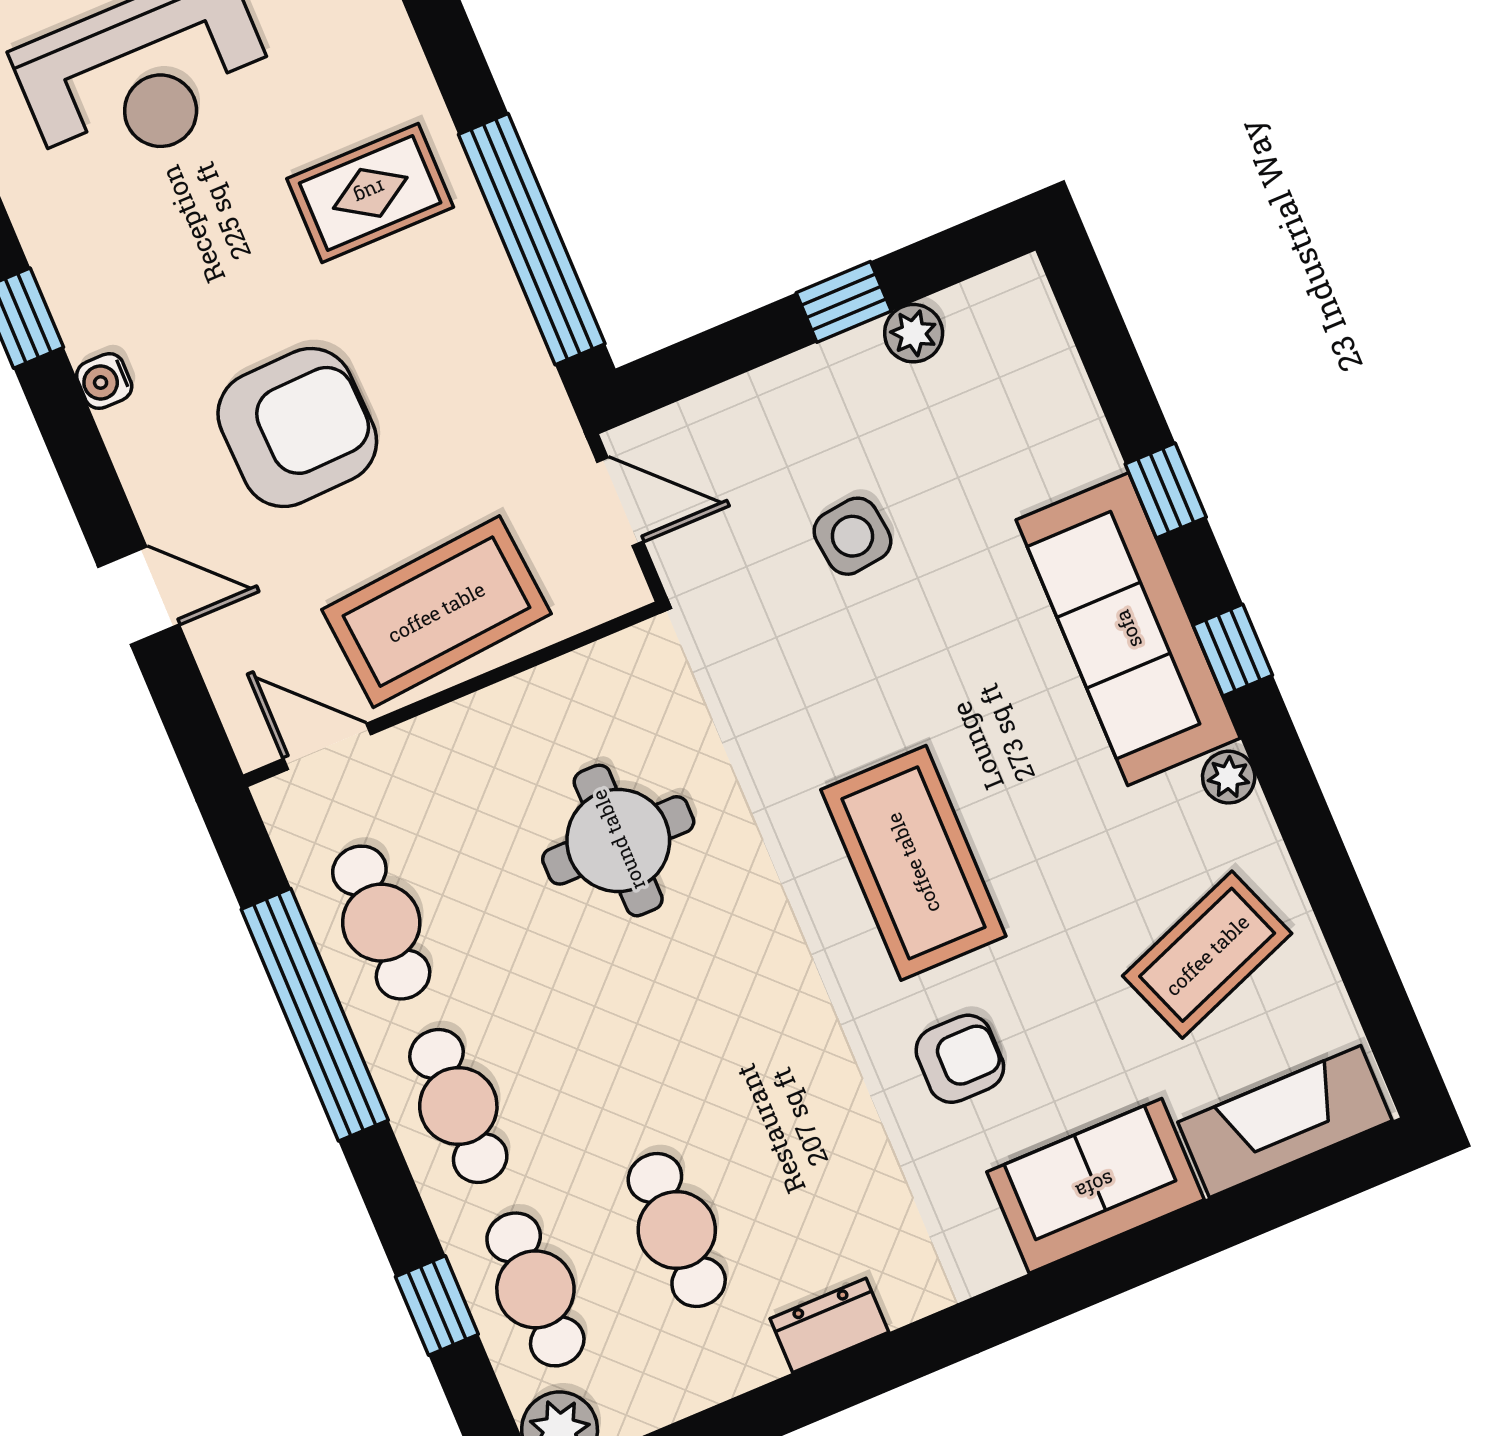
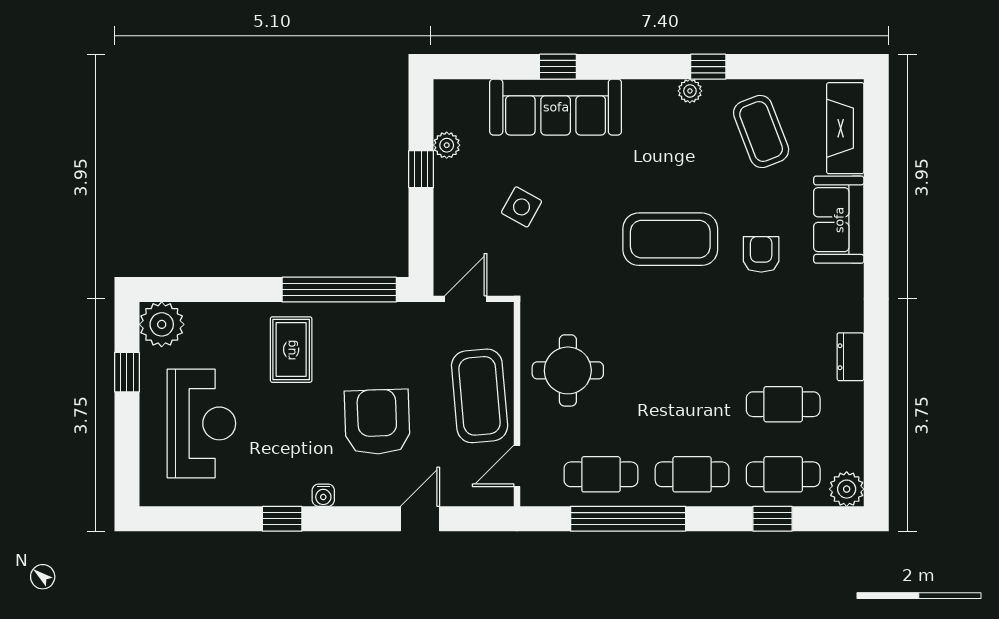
side table: (852, 536) -> (522, 207), turned 36
sofa: (1128, 629) -> (556, 107), moved
window: (1233, 650) -> (708, 67), moved
round table: (618, 840) -> (568, 370), moved

